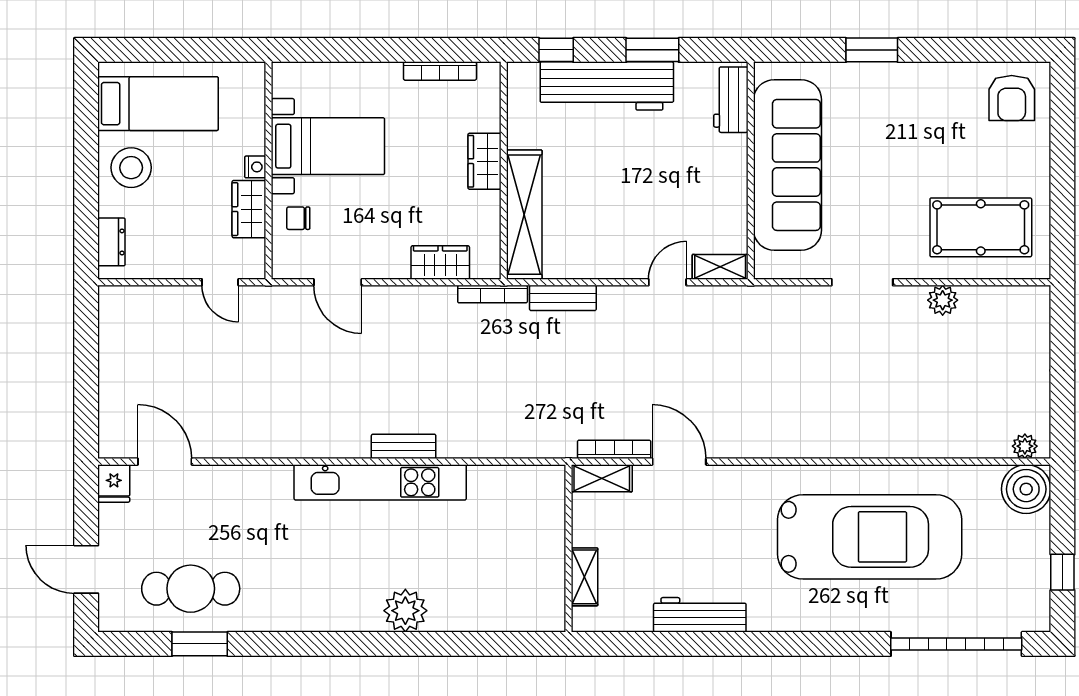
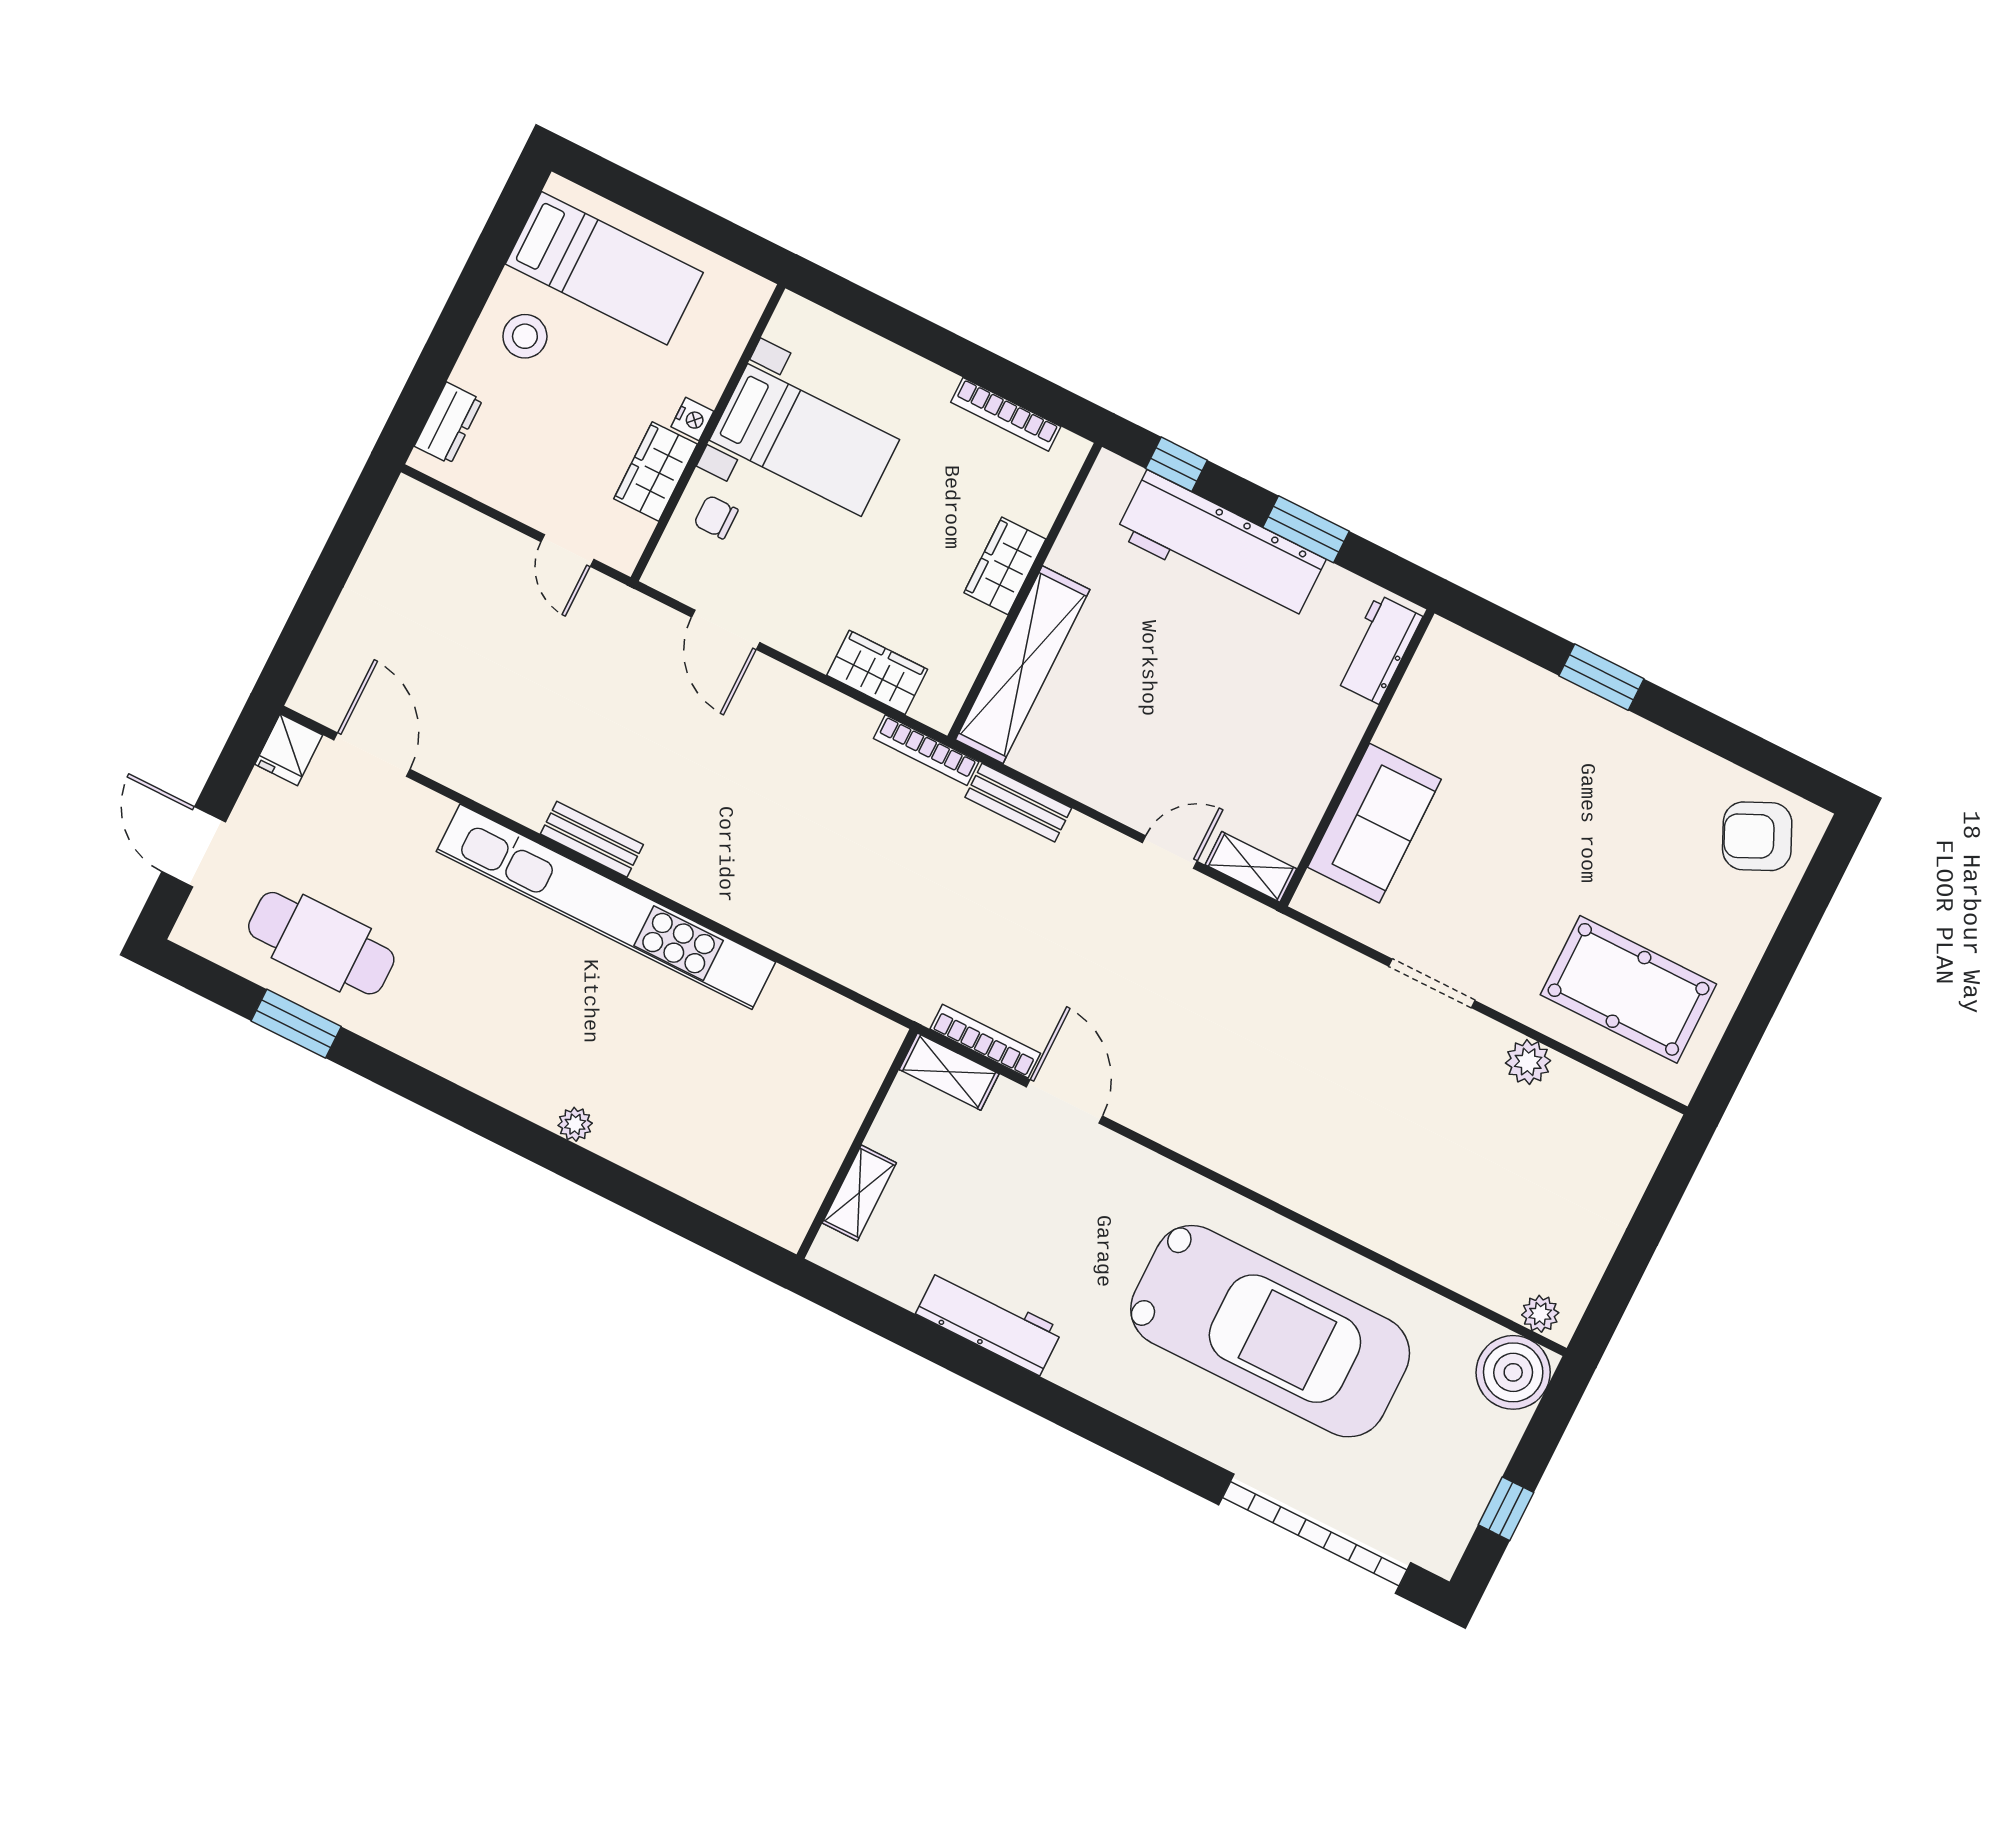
armchair: (1012, 98) -> (1757, 836), turned 65
sofa: (788, 165) -> (1374, 823), width x0.54, depth x0.79
stool: (131, 168) -> (525, 336), width x0.73, depth x0.73
bench: (404, 446) -> (592, 839), moved
kitchen unit: (380, 482) -> (606, 907), width x1.36
plant: (405, 611) -> (575, 1124), width x0.53, depth x0.53

